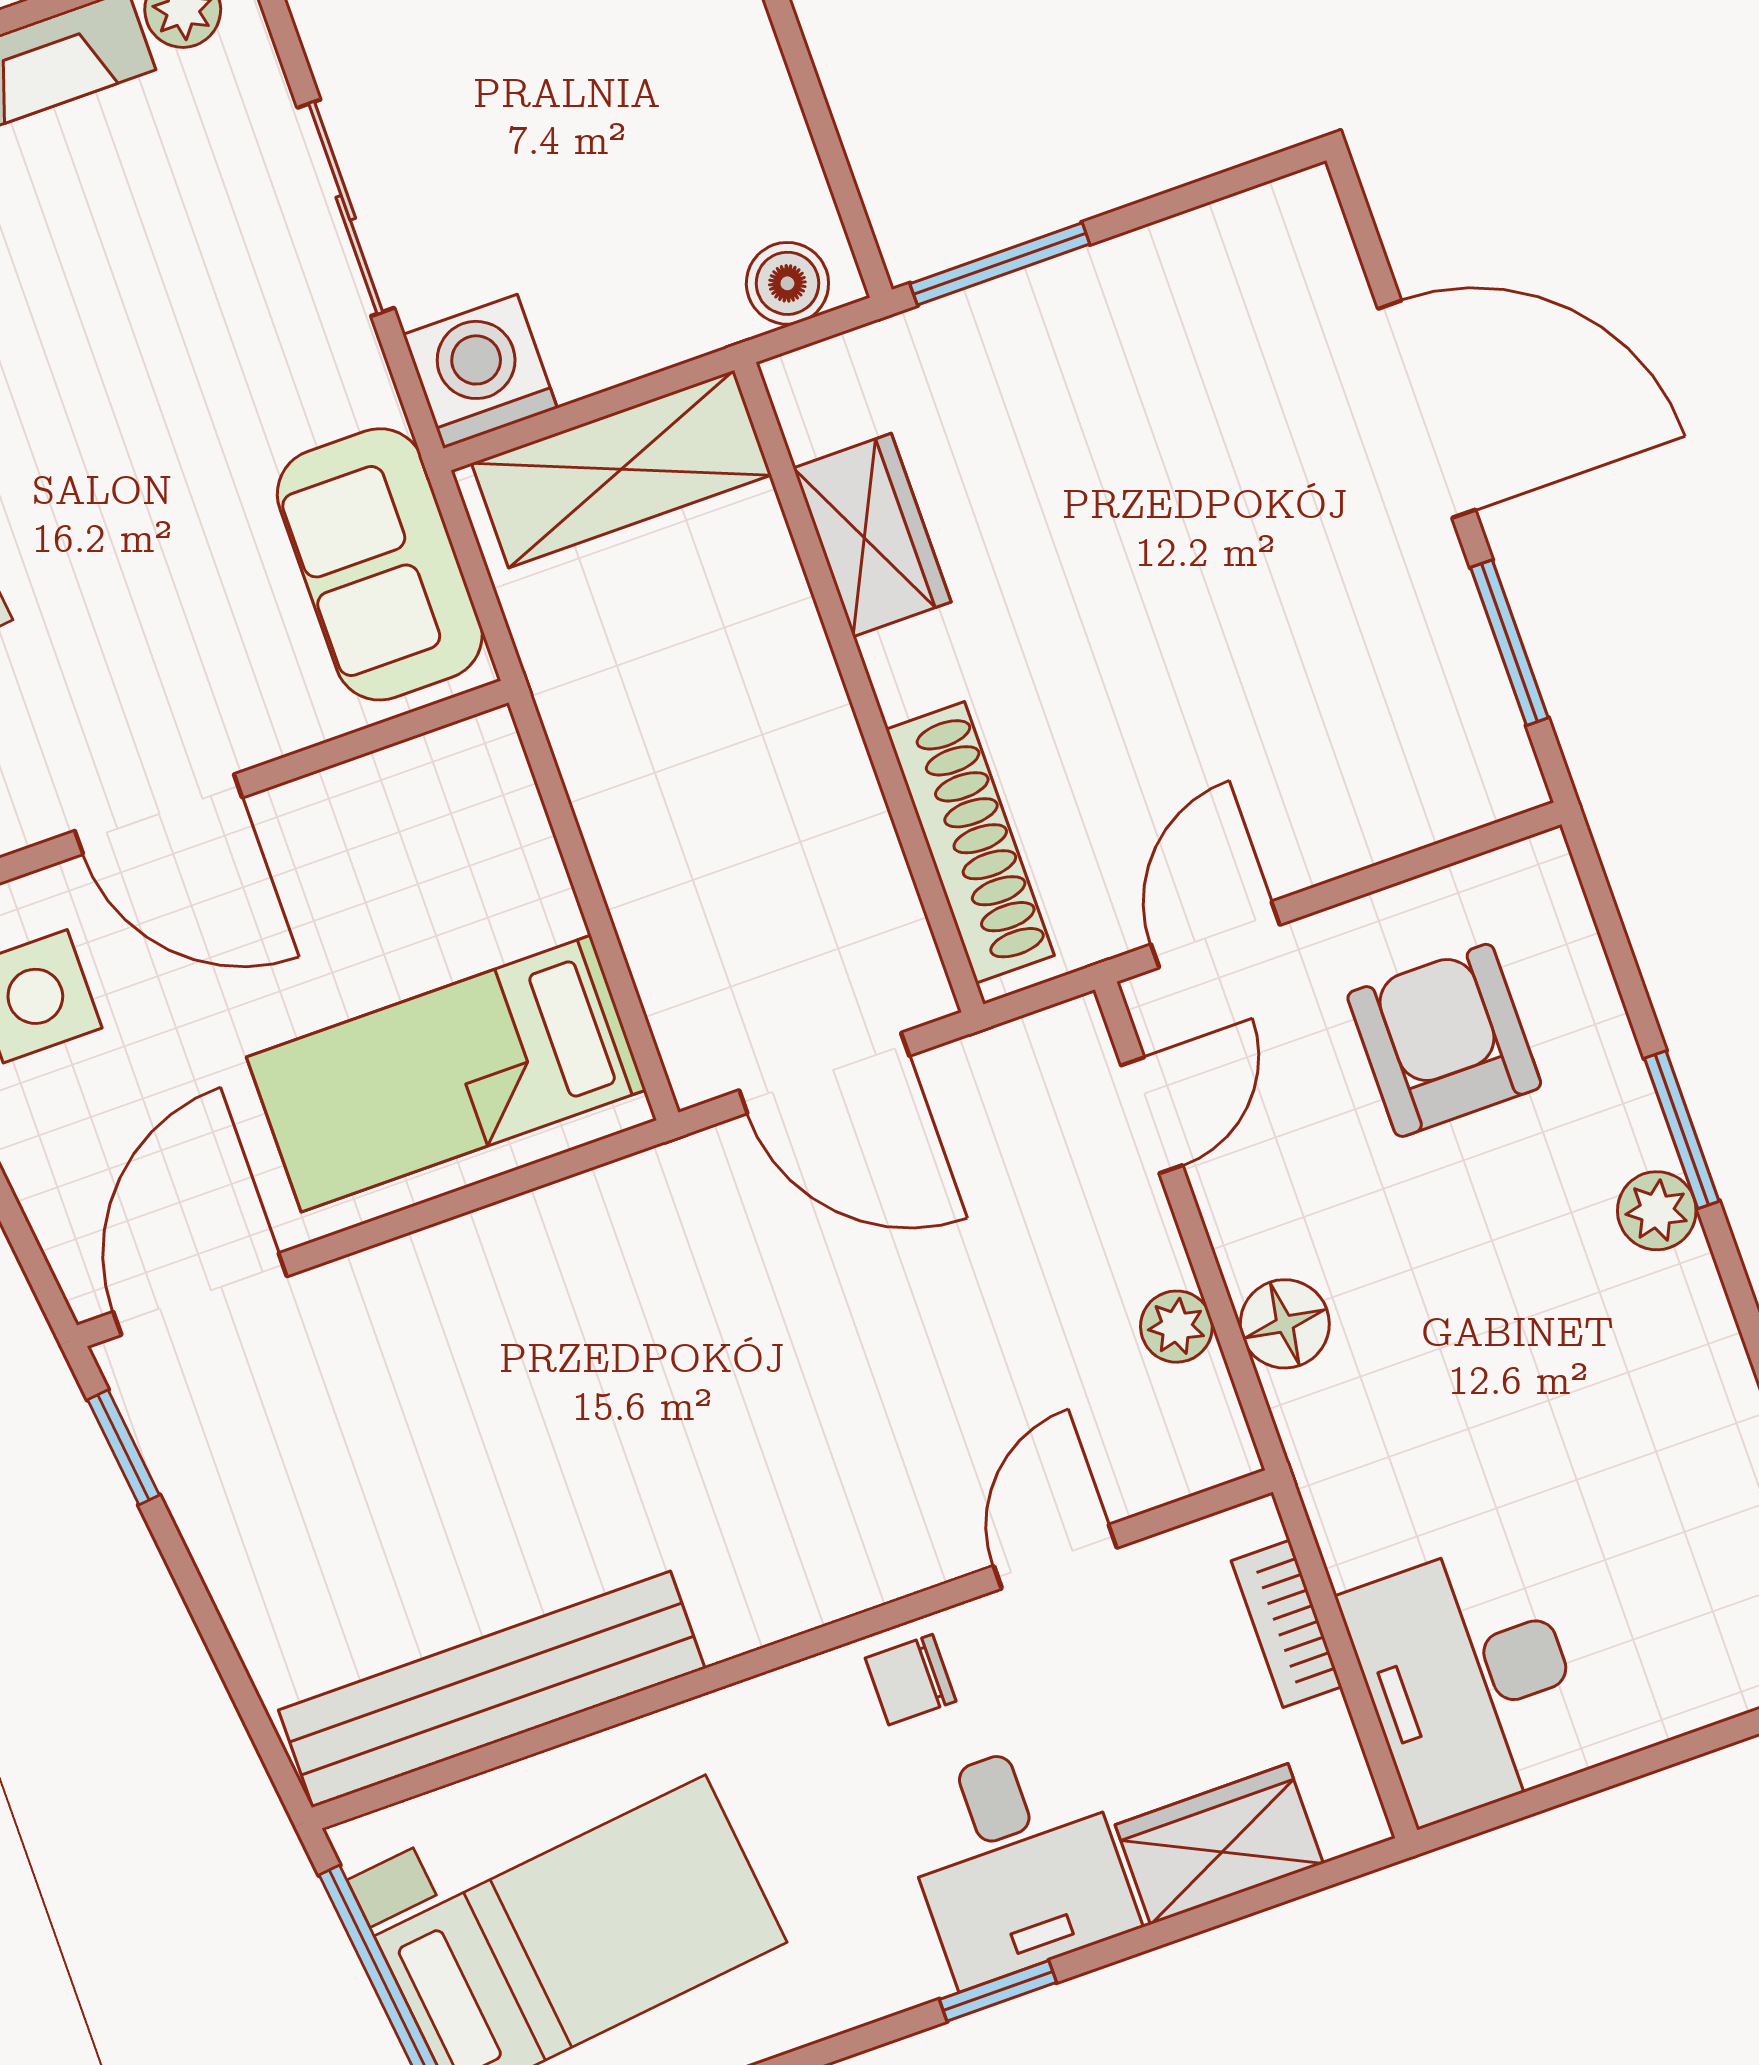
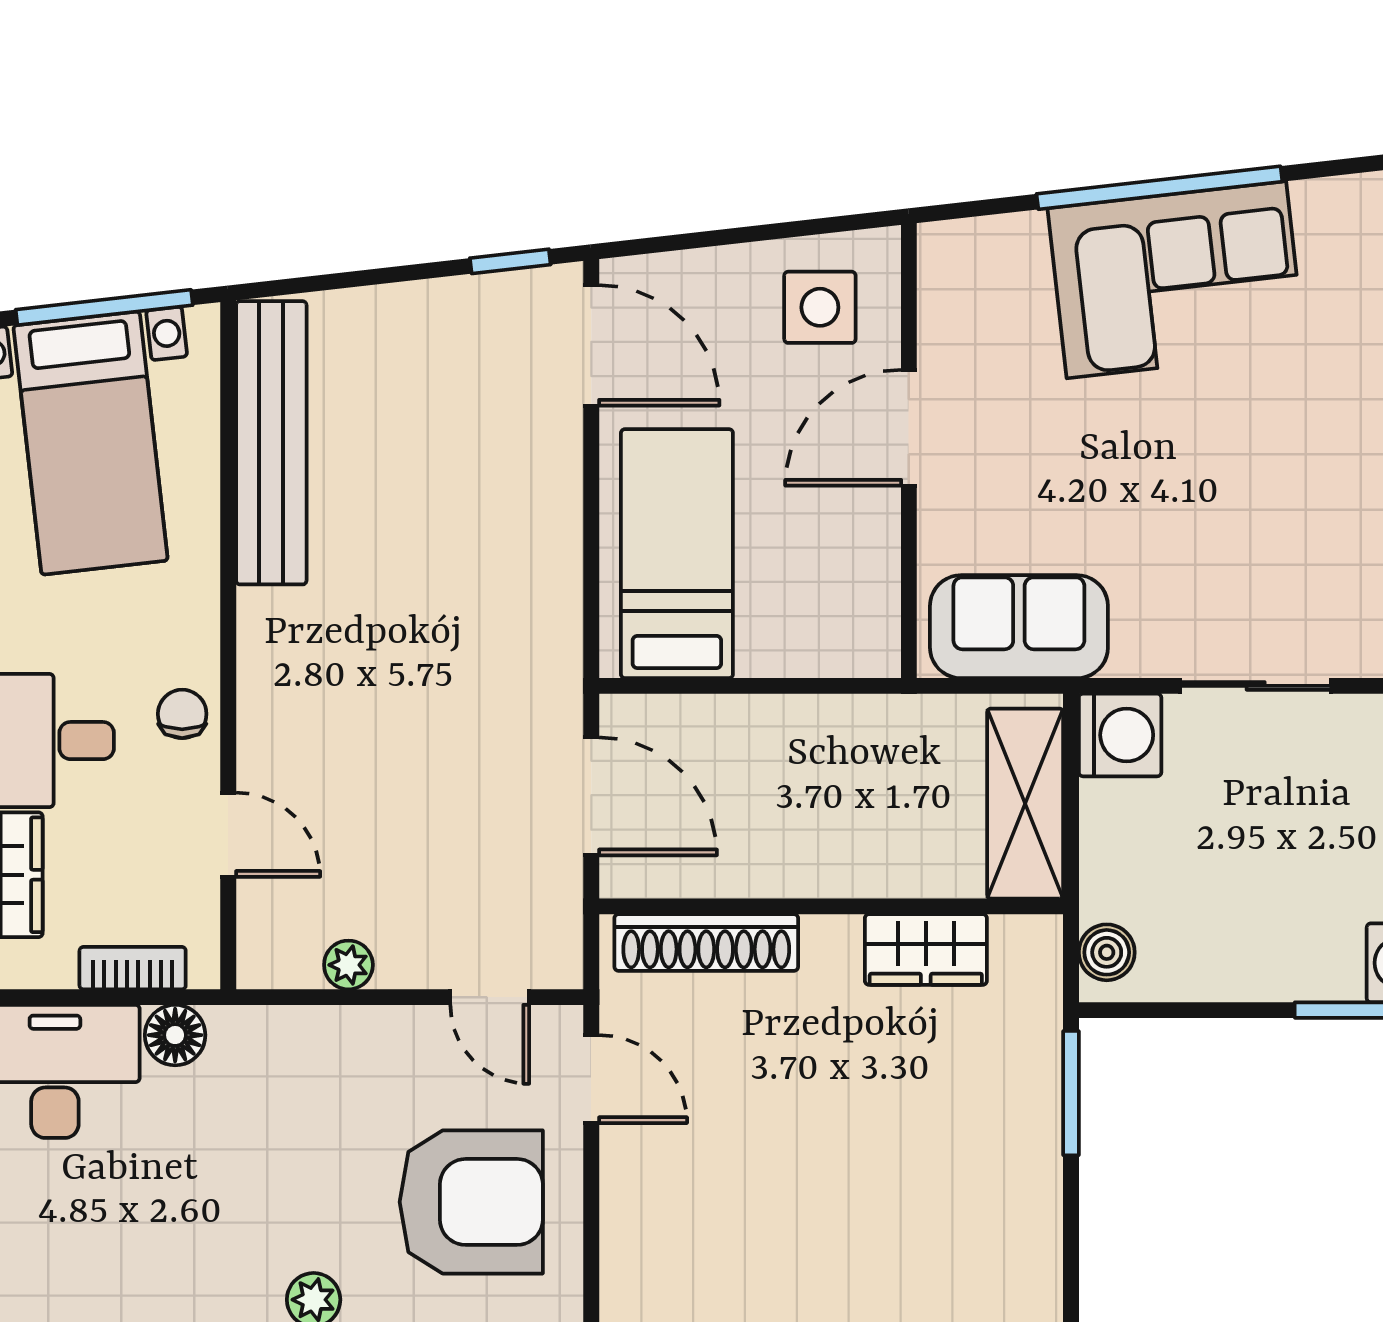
armchair: (1444, 1040) -> (471, 1202), width x1.36, depth x1.36
door: (824, 1073) -> (591, 796), swing flipped
floor lamp: (1285, 1324) -> (175, 1035), moved

